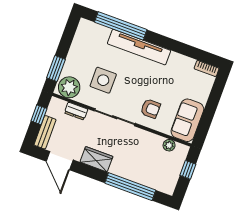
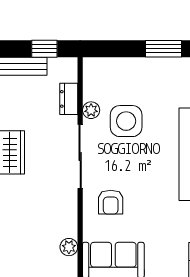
window: (56, 69) -> (164, 49), moved
plant: (69, 87) -> (91, 110), moved, width x0.53, depth x0.53

